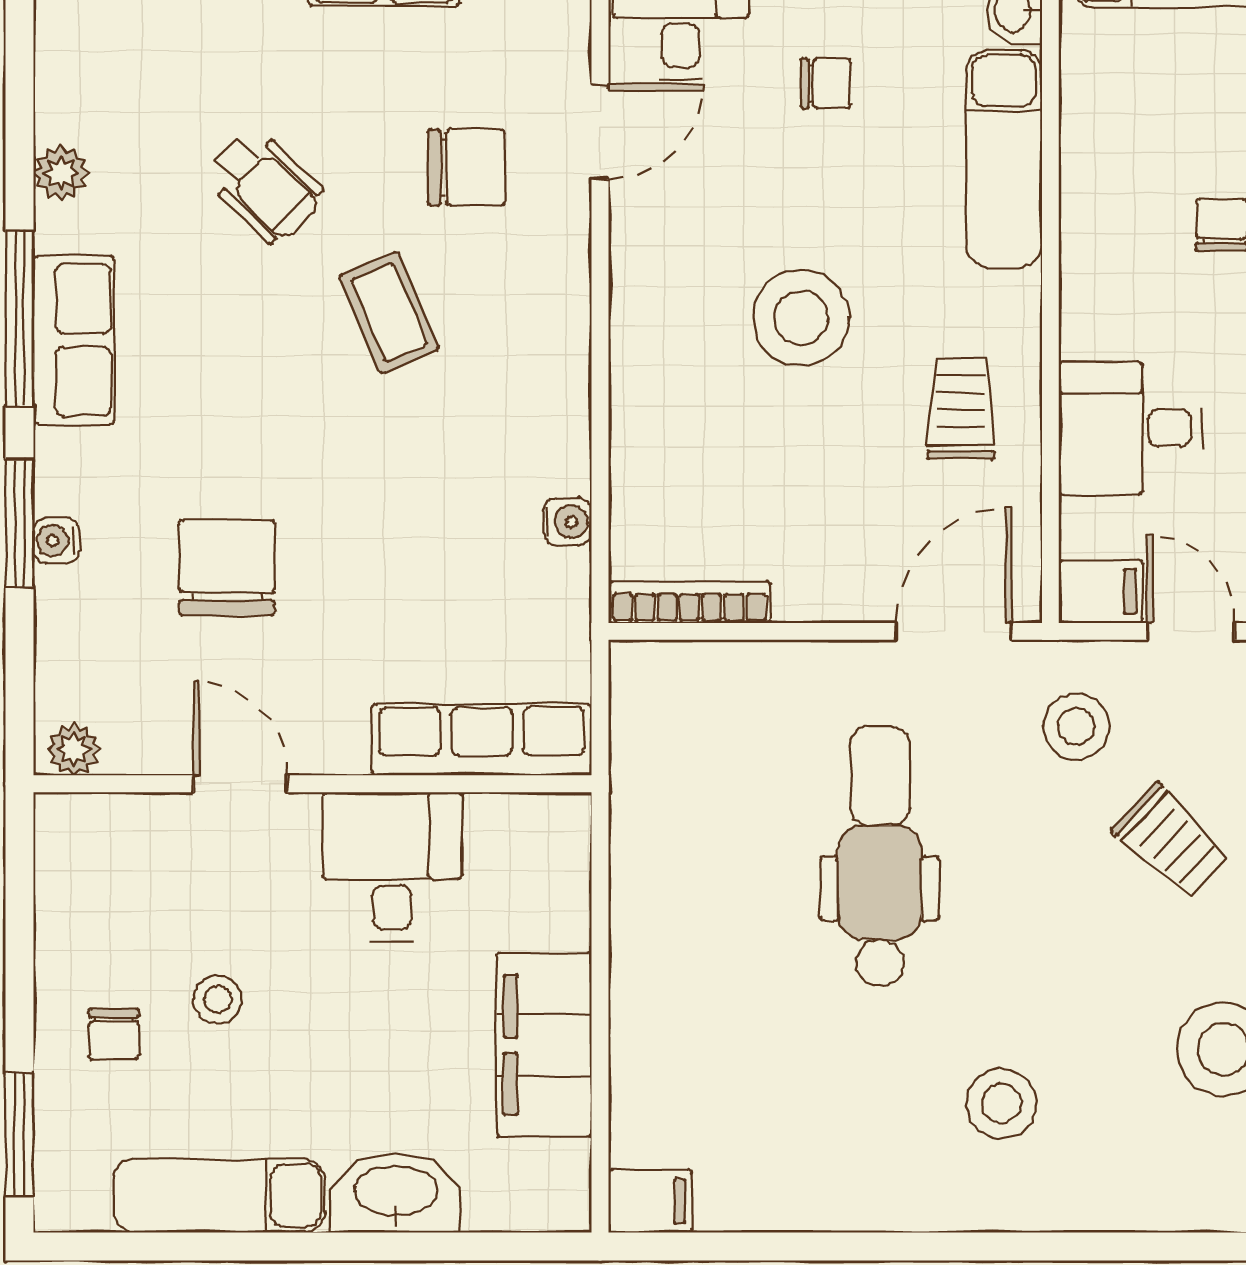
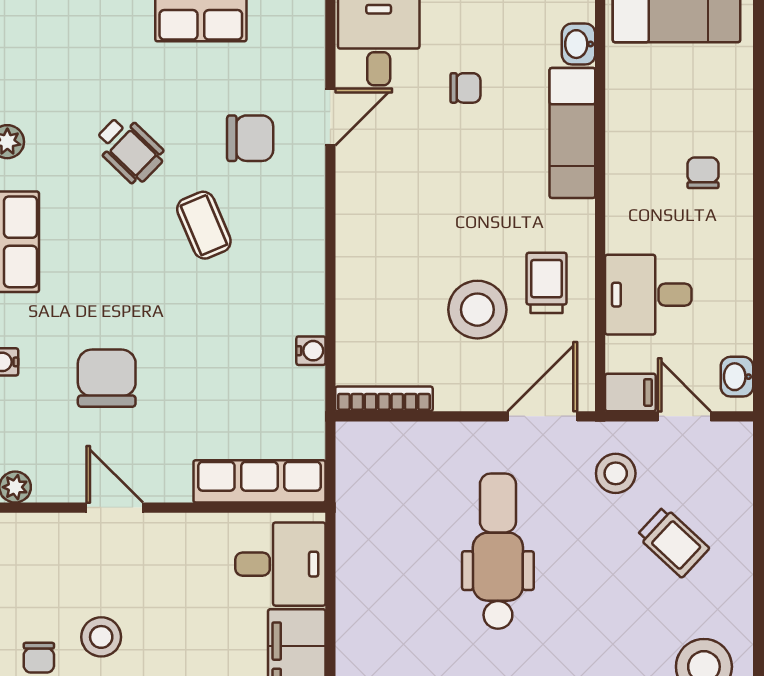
stool: (801, 318) -> (477, 310), moved
desk: (392, 867) -> (280, 564), moved, turned 90
stool: (218, 999) -> (101, 637), width x1.37, depth x1.37

